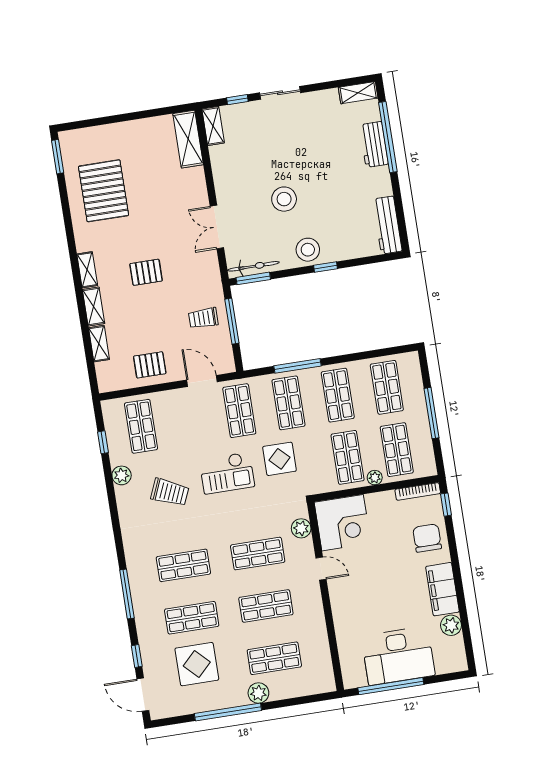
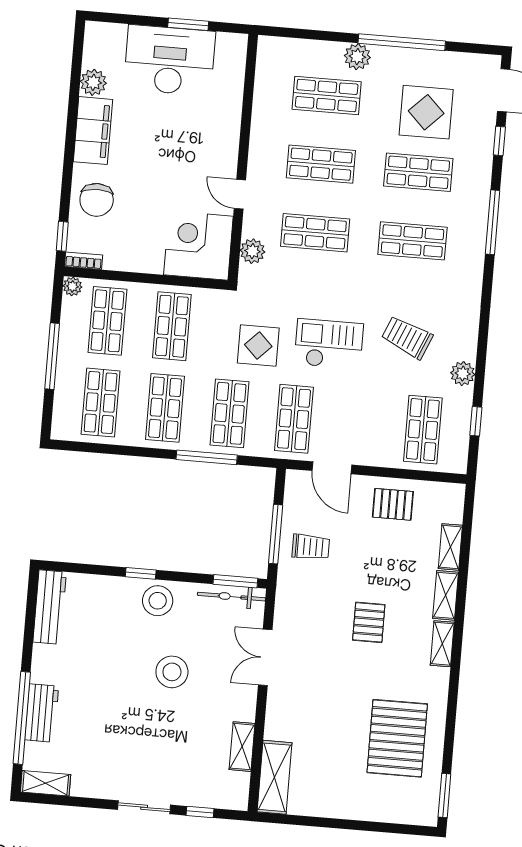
shelving: (213, 126) -> (242, 747), moved
double door: (217, 227) -> (265, 657), swing flipped
pallet: (146, 272) -> (369, 622), turned 90
plant: (375, 478) -> (72, 286), moved
bookcase: (418, 491) -> (84, 261), width x0.64
window: (391, 686) -> (188, 24), width x0.47

